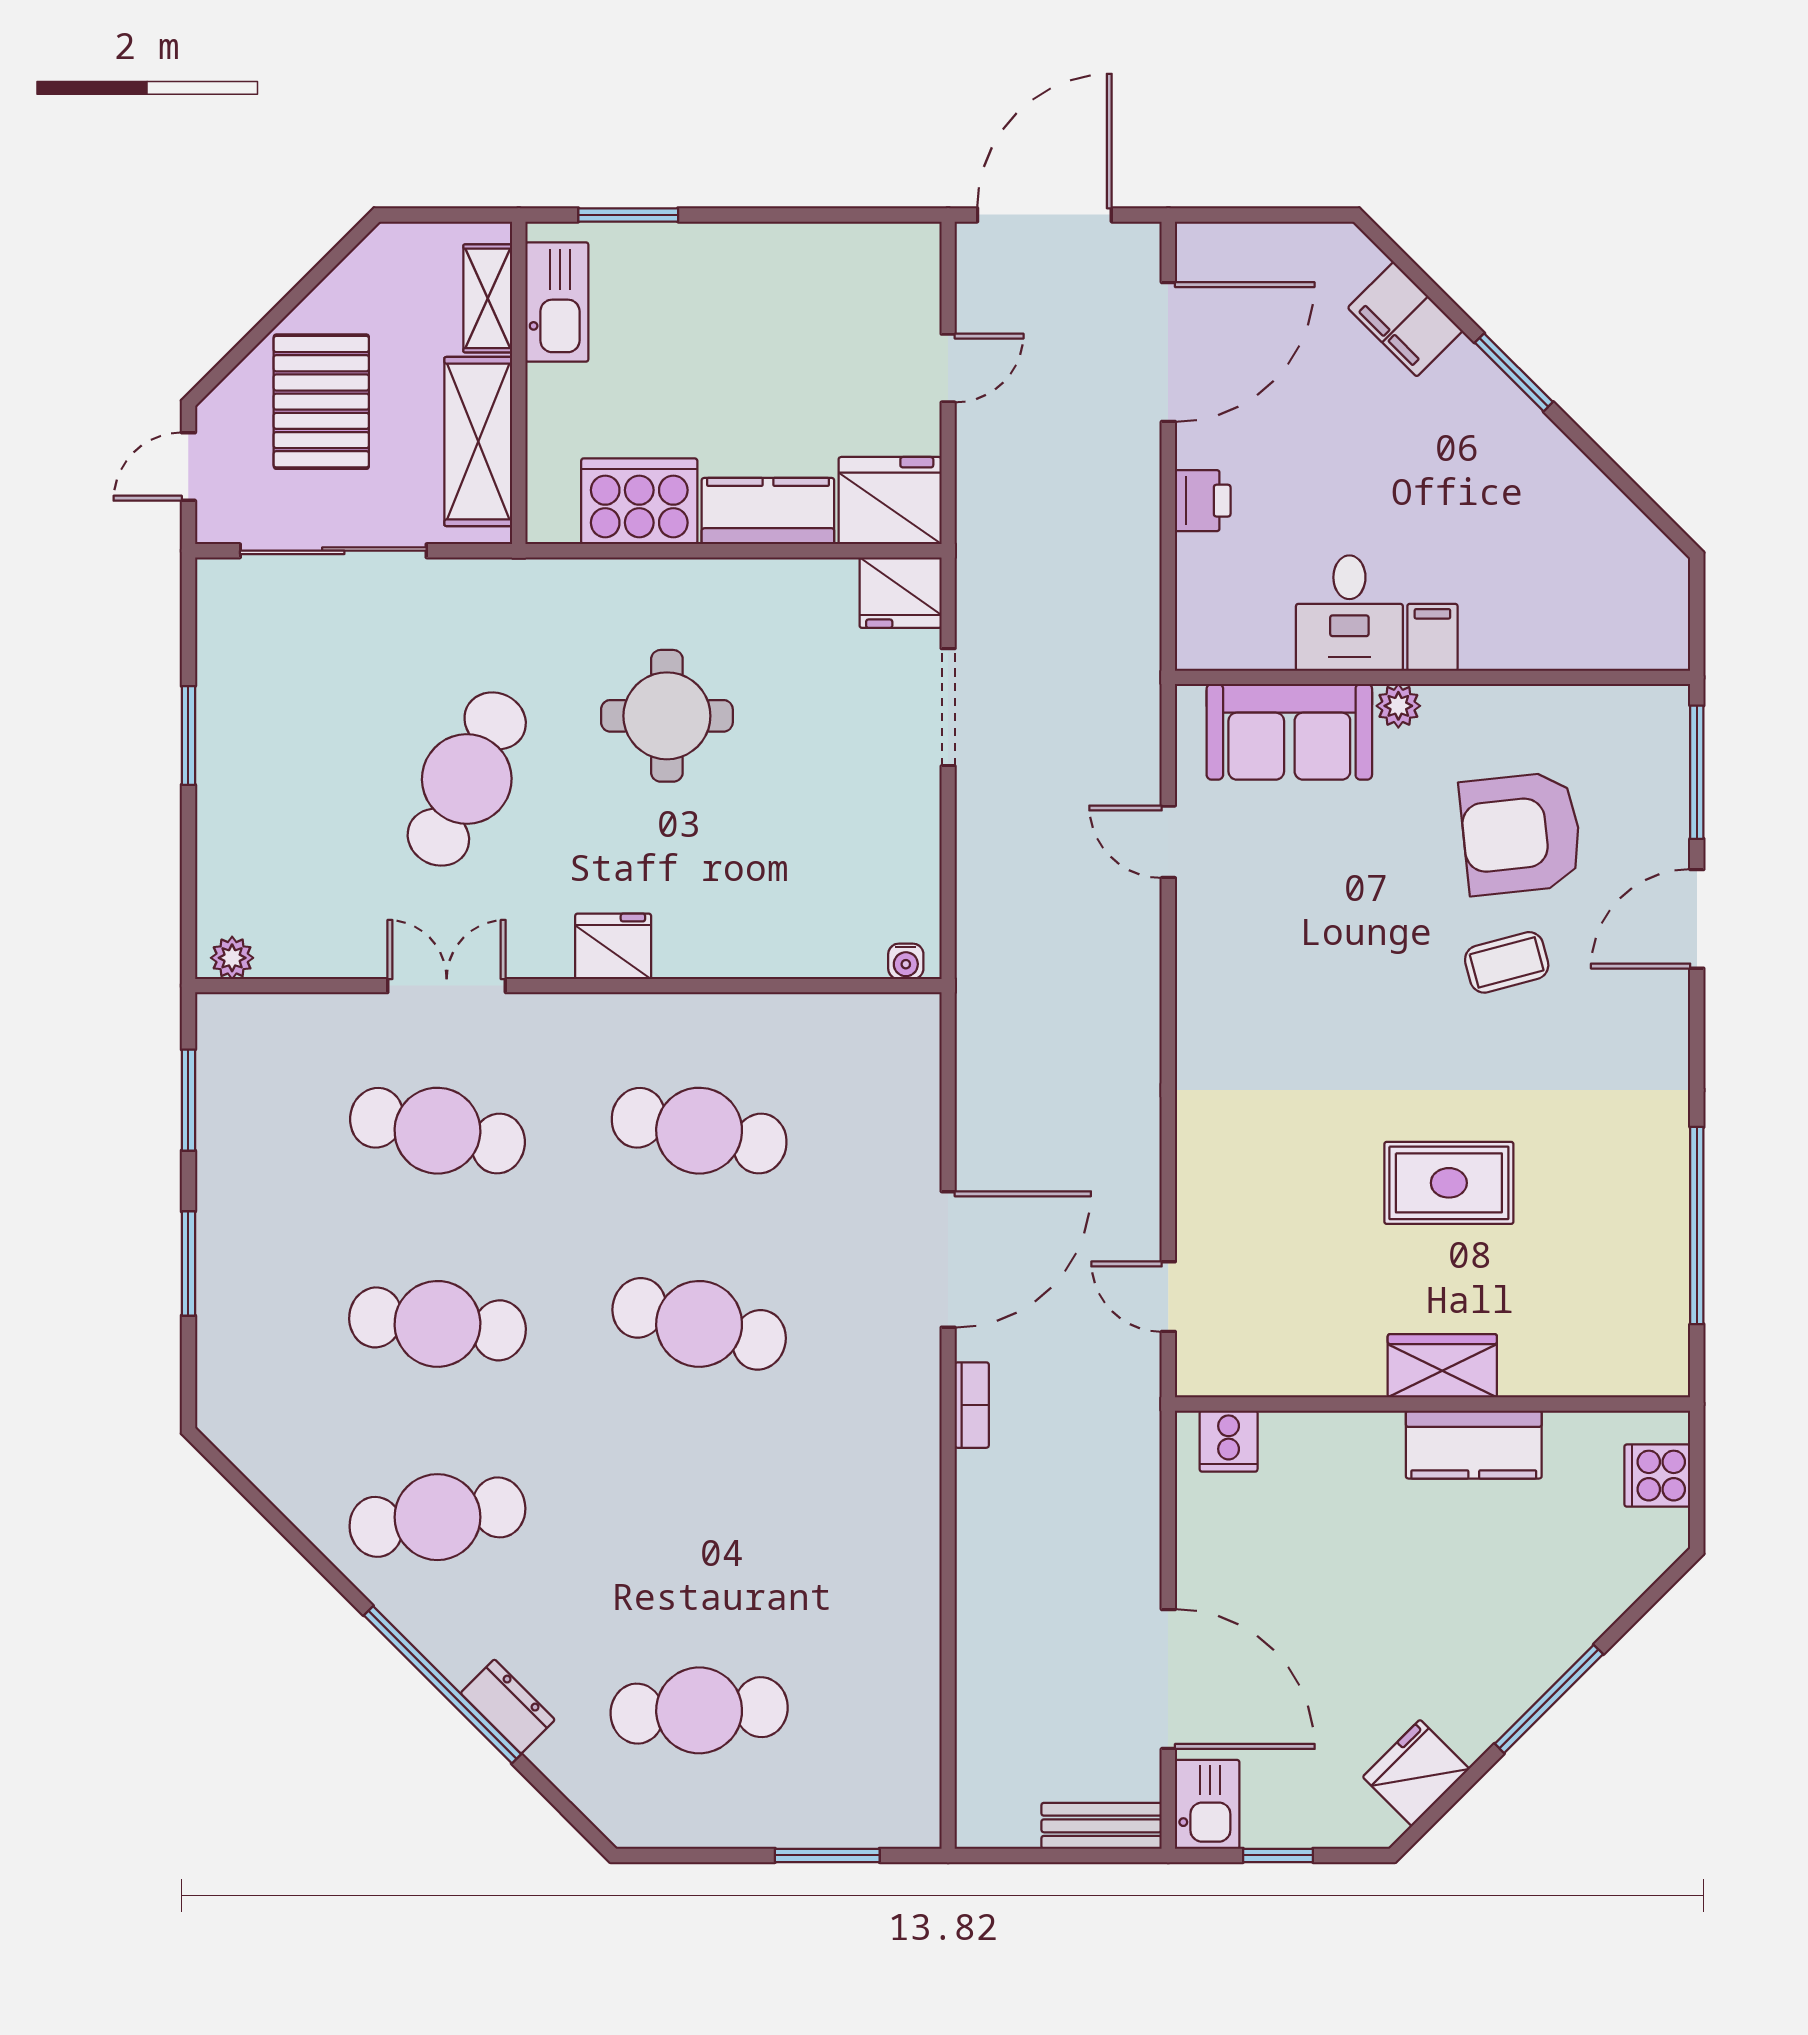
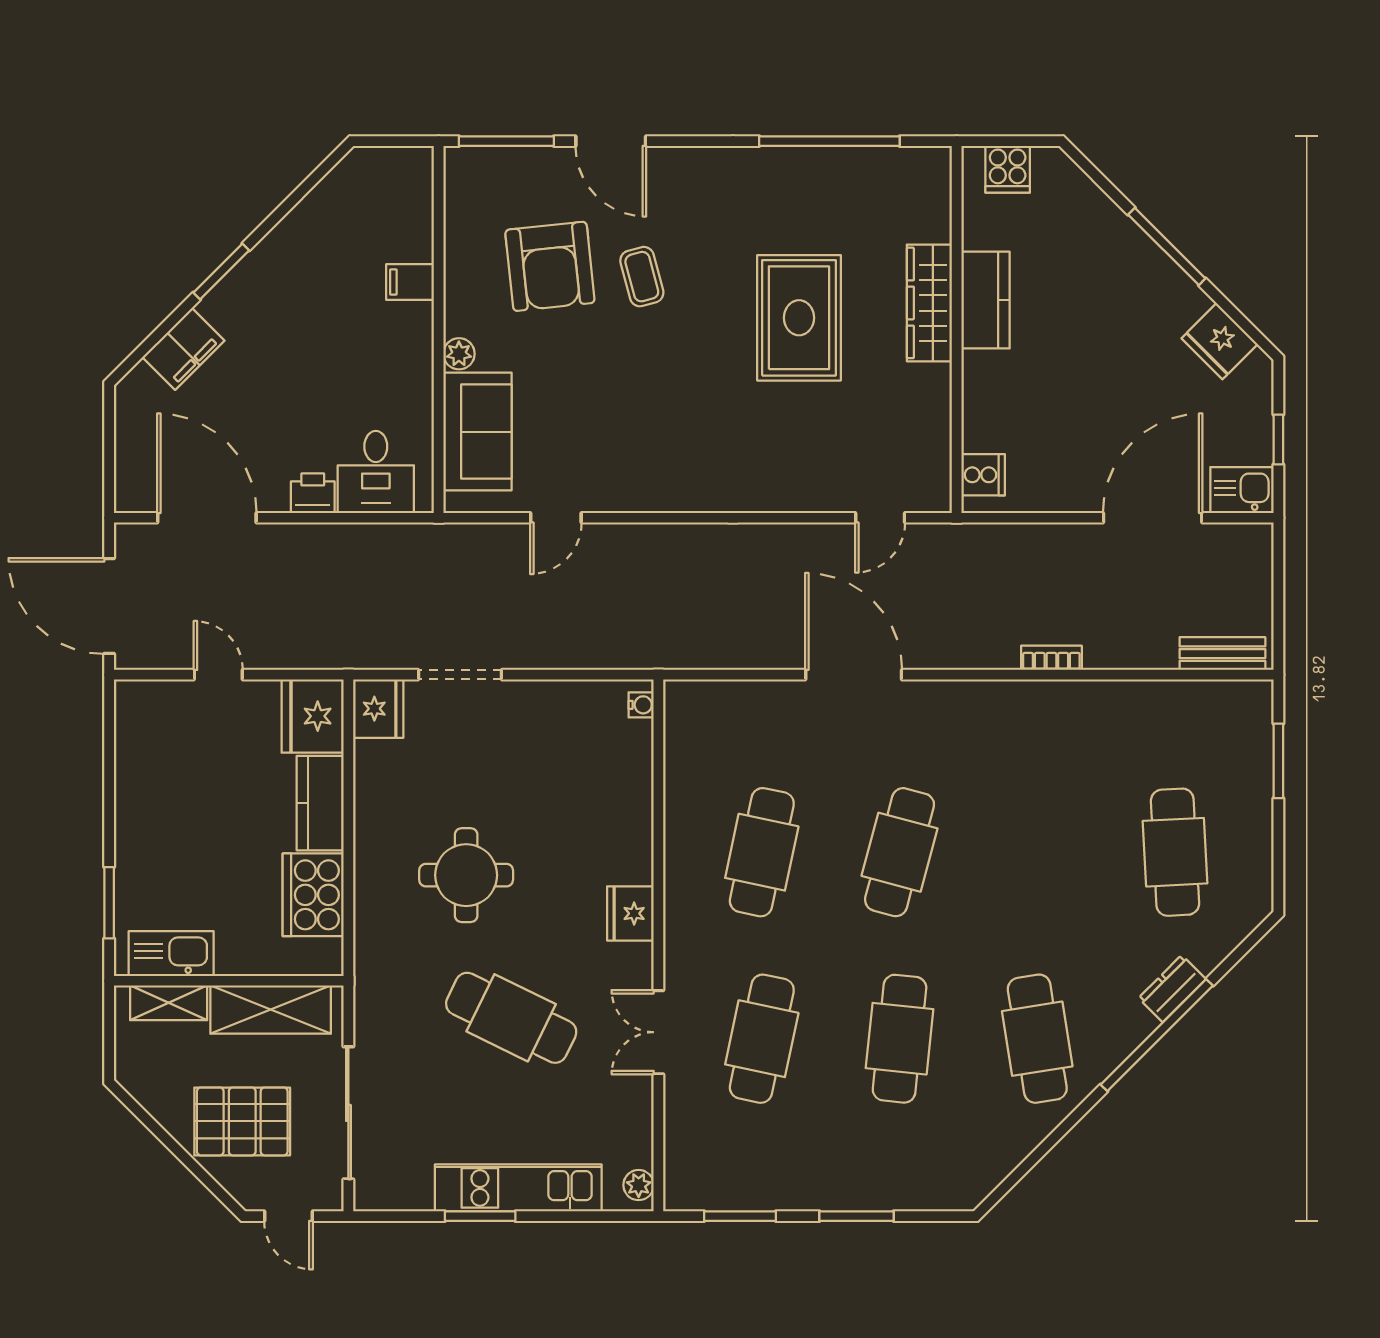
desk: (1349, 613) -> (376, 472), moved, turned 90
filing cabinet: (1432, 637) -> (410, 282), moved
kitchen unit: (228, 789) -> (518, 1188), added
rug: (1449, 1183) -> (799, 318), width x1.36, depth x1.43
wardrobe: (1442, 1366) -> (929, 303), width x1.50
bookcase: (972, 1405) -> (1051, 658), moved
bench: (1102, 1826) -> (1222, 654), moved, turned 90

